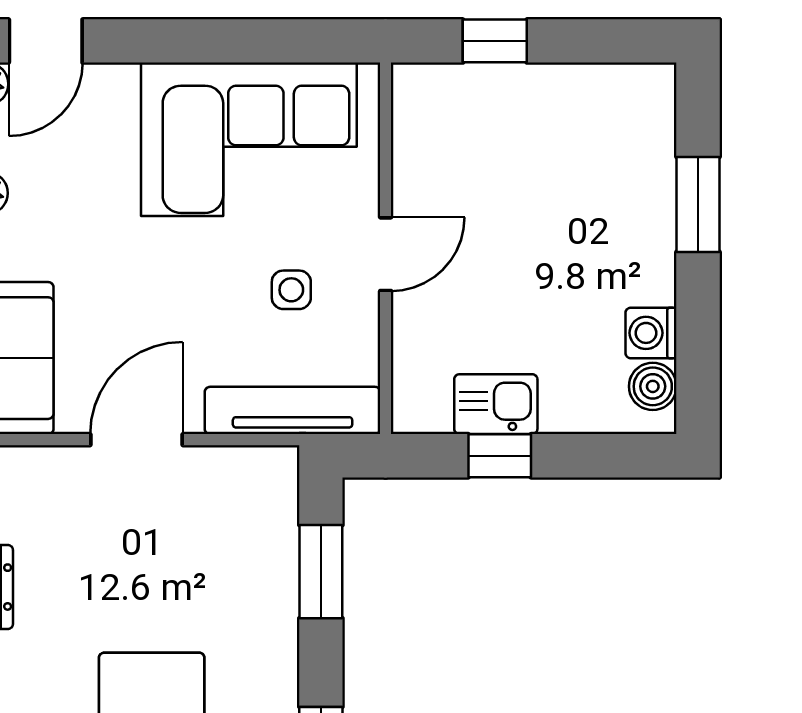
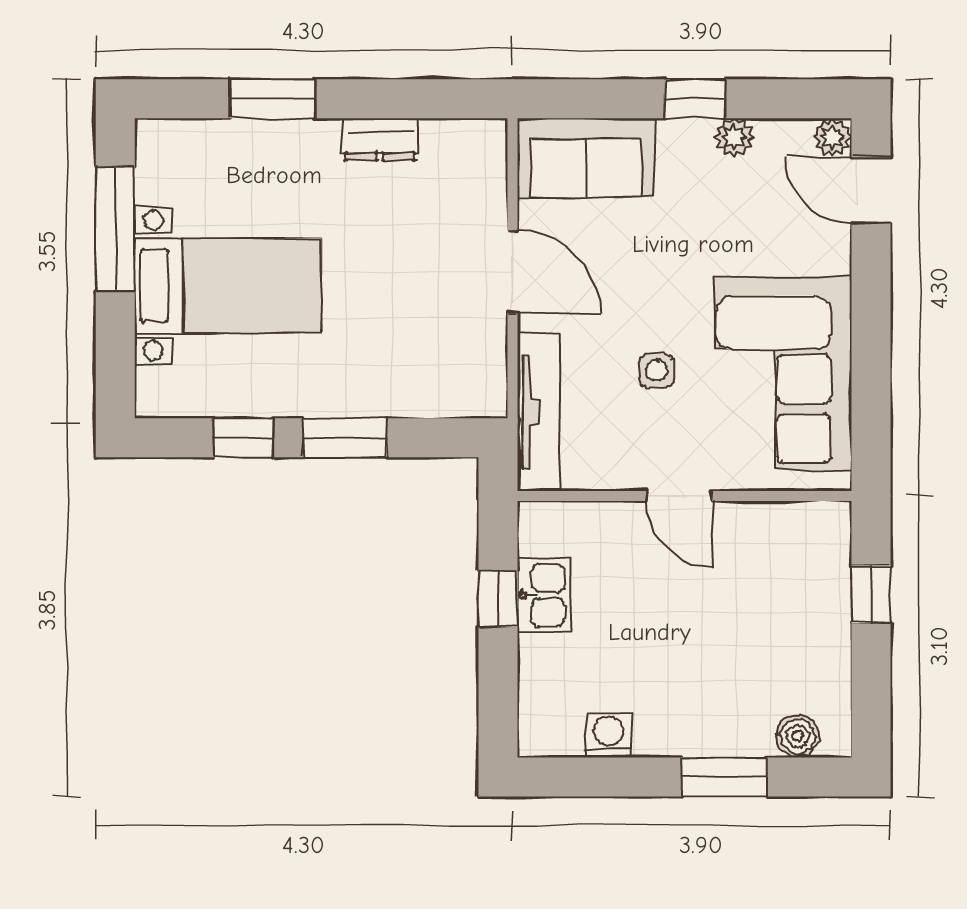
side table: (291, 290) -> (657, 371), moved
boiler: (653, 386) -> (798, 736), moved
window: (321, 572) -> (345, 438), moved

